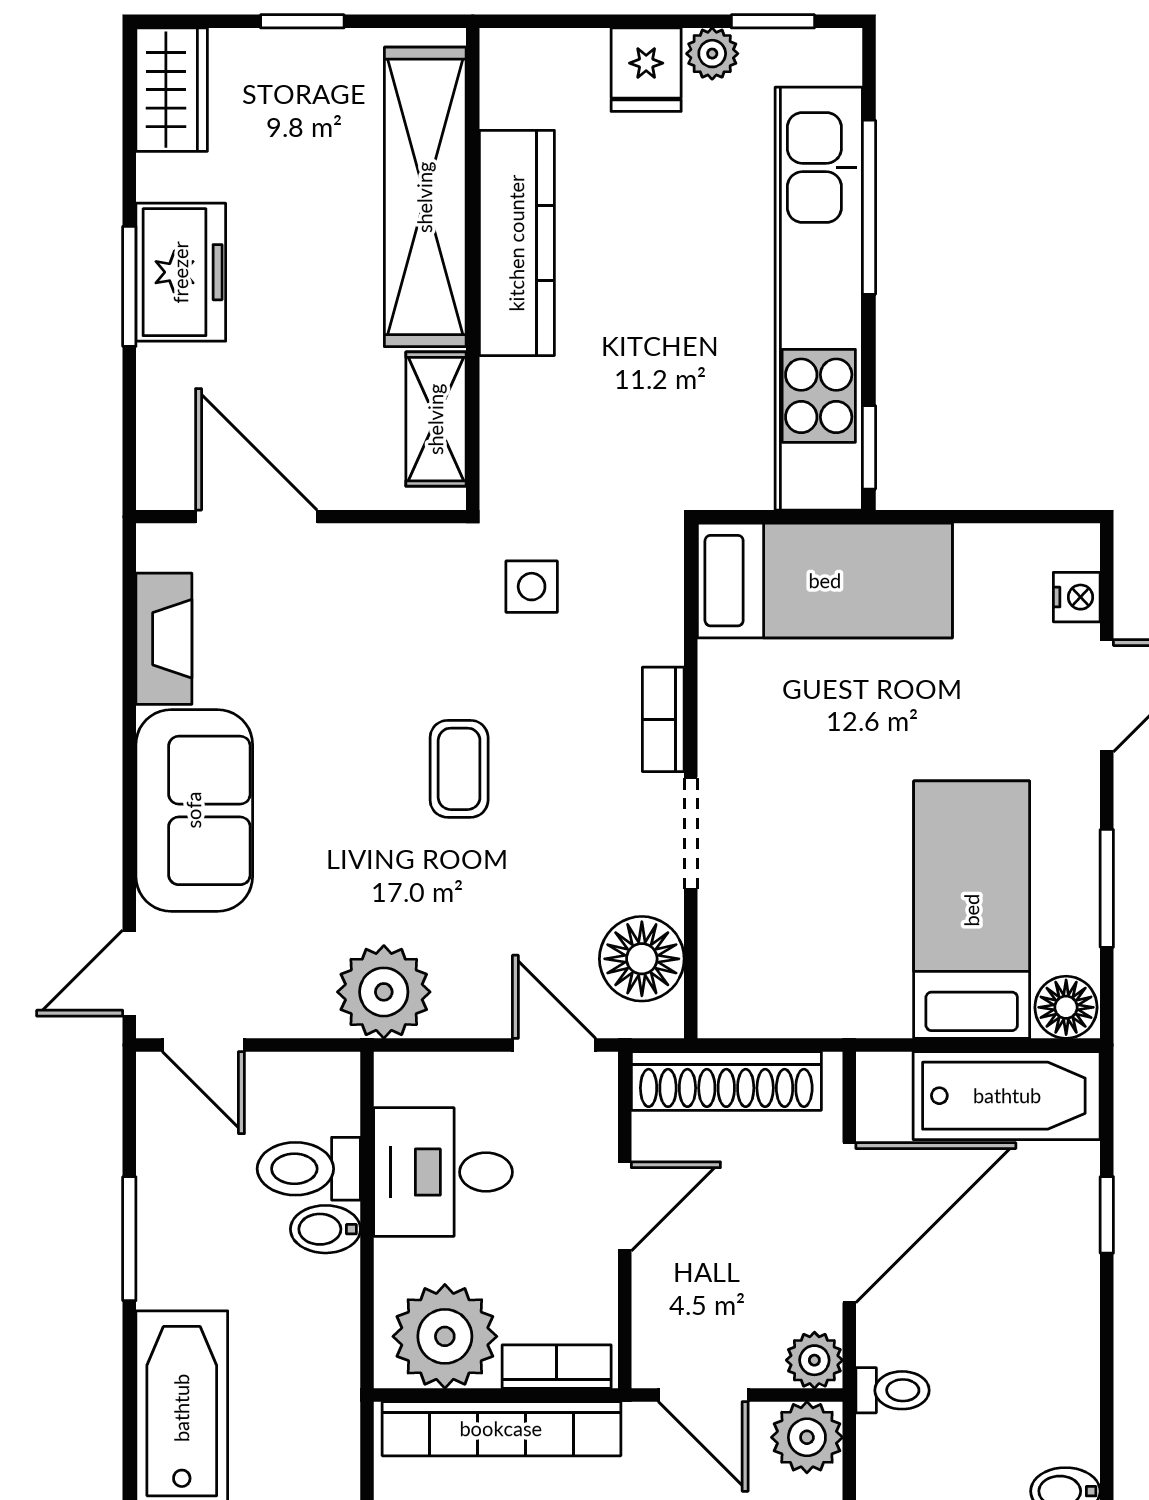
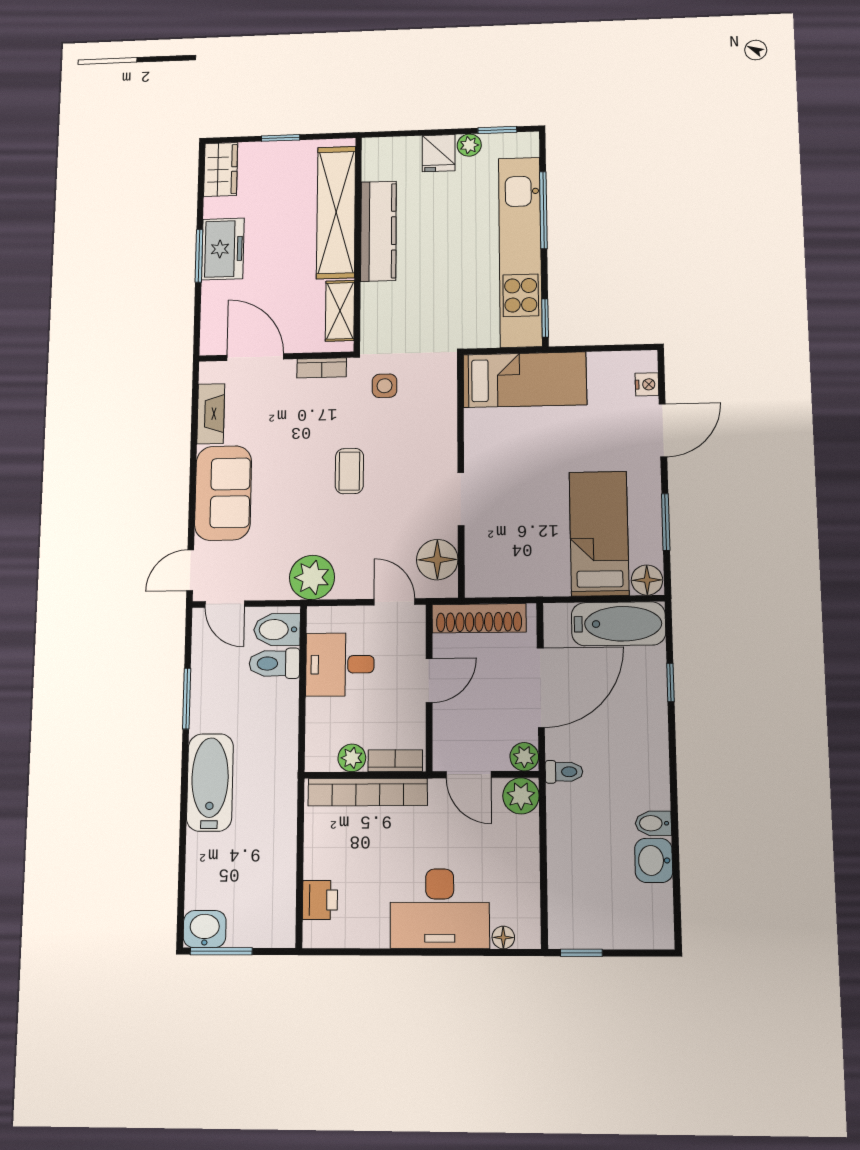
bookcase: (663, 719) -> (322, 368), moved, turned -90
bidet: (325, 1229) -> (277, 630), moved, width x1.38, depth x1.36
plant: (445, 1336) -> (352, 758), width x0.53, depth x0.53

